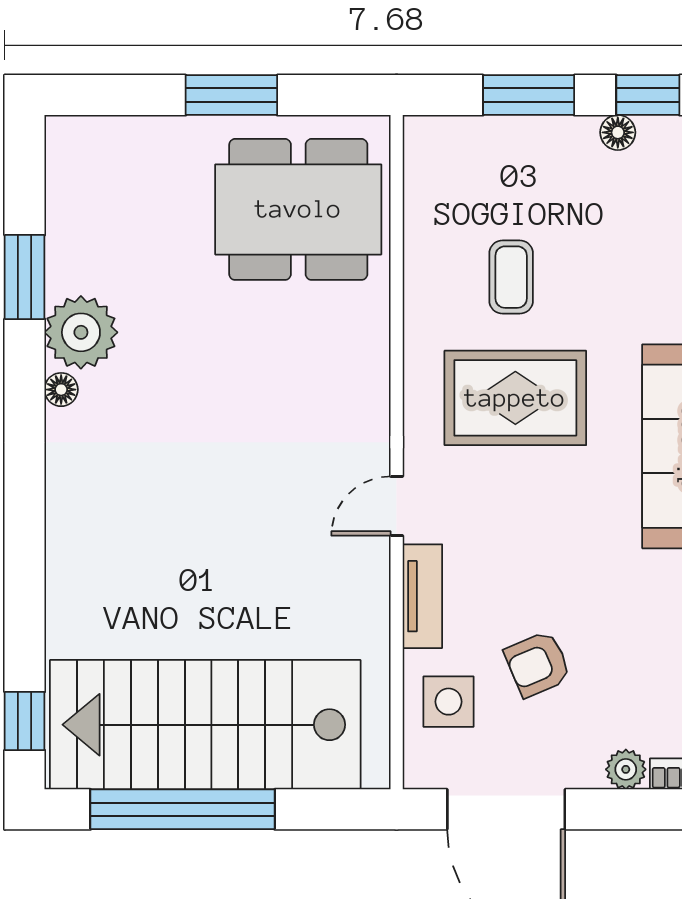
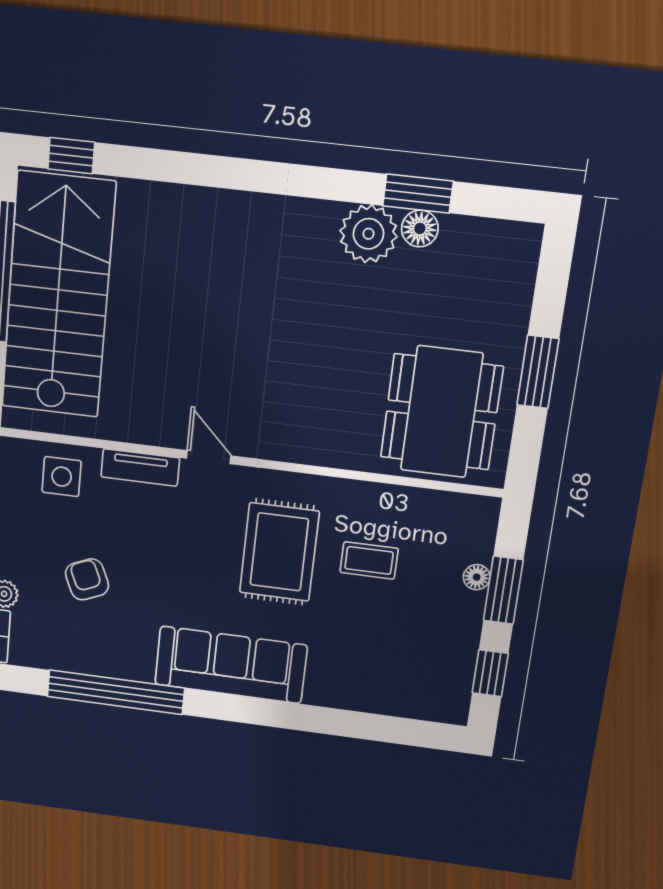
floor lamp: (618, 132) -> (477, 577), moved
floor lamp: (61, 390) -> (420, 228), moved, width x1.37, depth x1.37
armchair: (538, 664) -> (87, 579), moved

